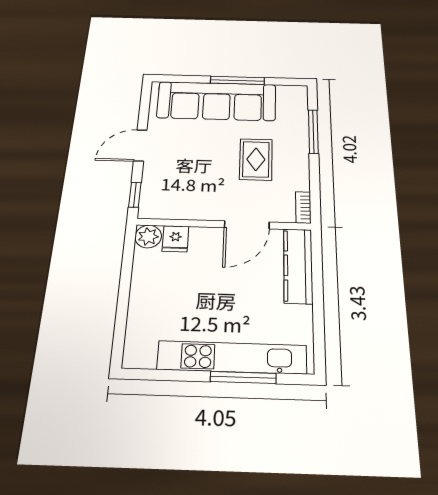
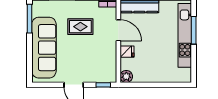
window: (237, 80) -> (29, 19), moved
fridge: (175, 239) -> (127, 52), moved

